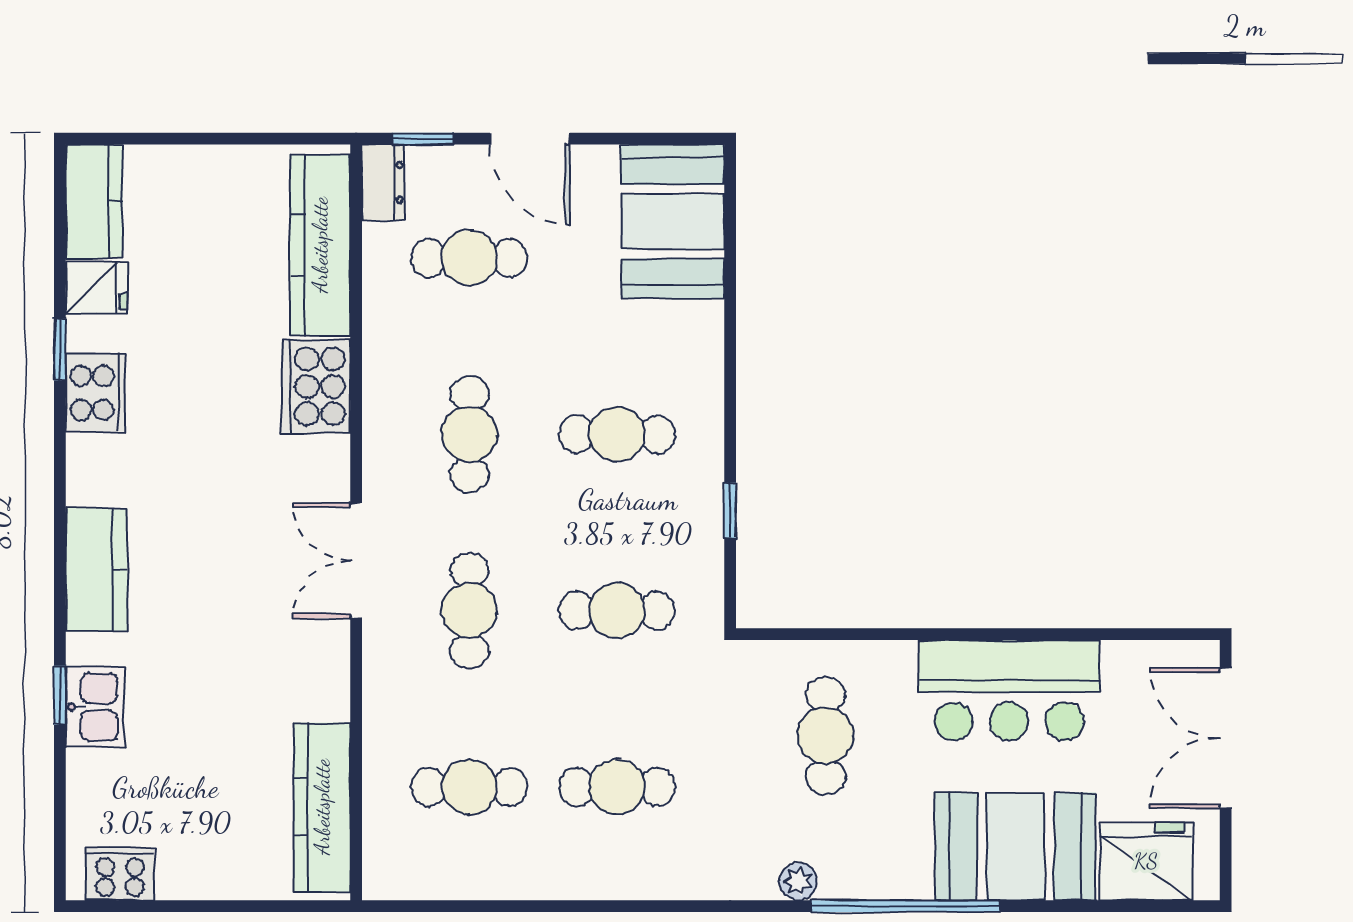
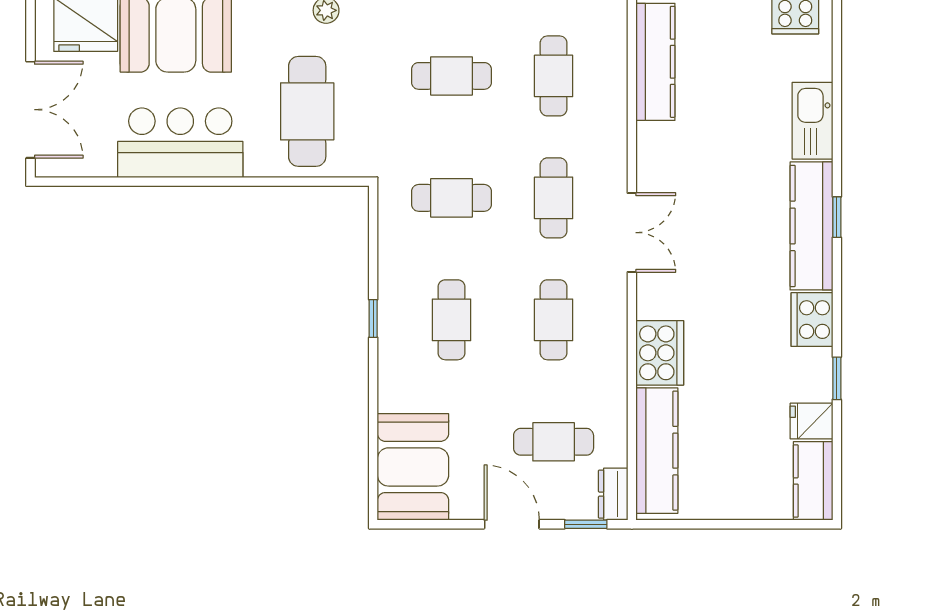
cooker: (96, 393) -> (812, 320), moved
cafe table: (617, 434) -> (451, 320), turned 90
window: (730, 510) -> (373, 319), moved
kitchen counter: (97, 570) -> (811, 226), width x1.50
window: (60, 695) -> (837, 217), moved
kitchen sink: (95, 707) -> (812, 121), width x1.38
cafe table: (826, 736) -> (307, 111), width x1.37, depth x1.35
cafe table: (469, 787) -> (554, 76), turned 90

